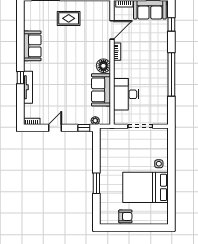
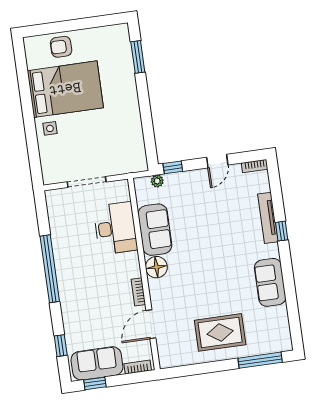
rug: (69, 18) -> (220, 332), width x1.36, depth x1.43
window: (96, 183) -> (138, 57), moved
armchair: (125, 216) -> (61, 47), moved

